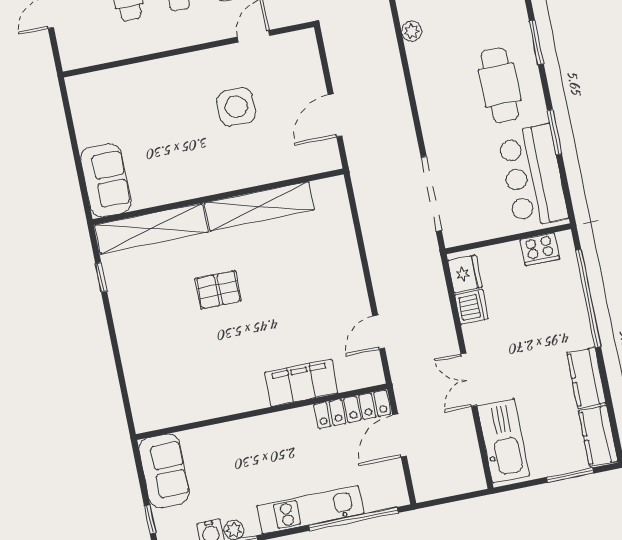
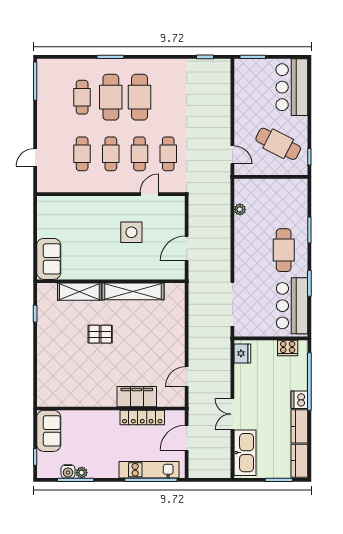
shelving: (151, 228) -> (79, 292), width x0.68
dishwasher: (472, 307) -> (299, 400), moved, turned 180
locker: (352, 409) -> (142, 418), moved
kitchen unit: (310, 510) -> (149, 470), moved

